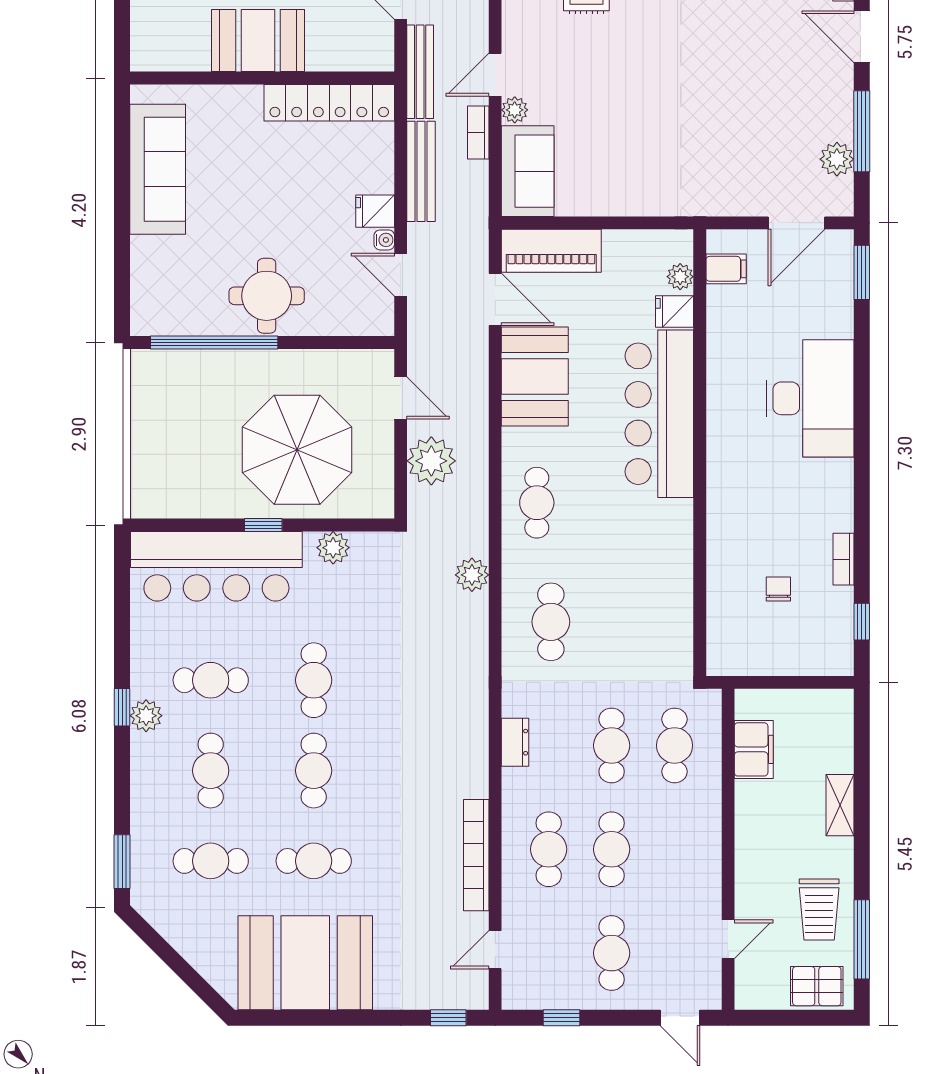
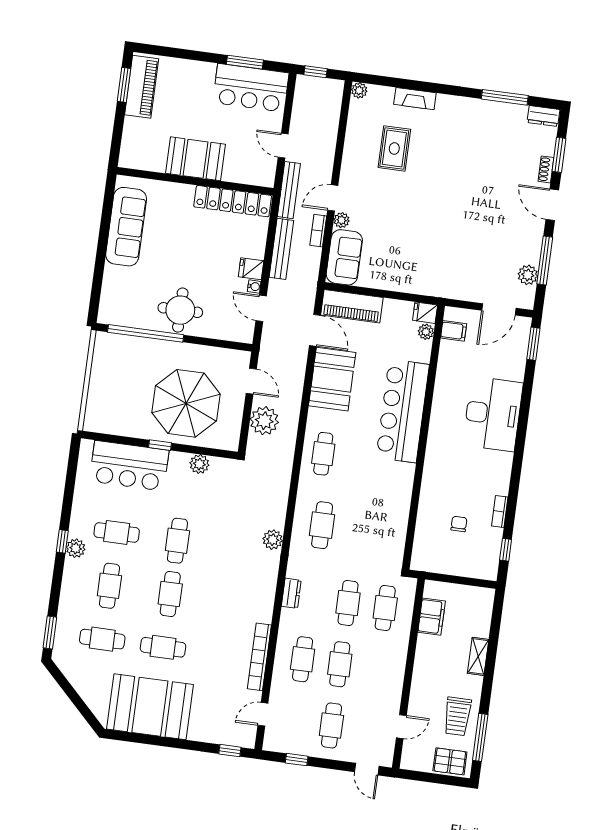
fridge: (675, 312) -> (425, 313), moved
bar counter: (216, 566) -> (129, 466), width x0.73
plant: (472, 575) -> (273, 540), moved

